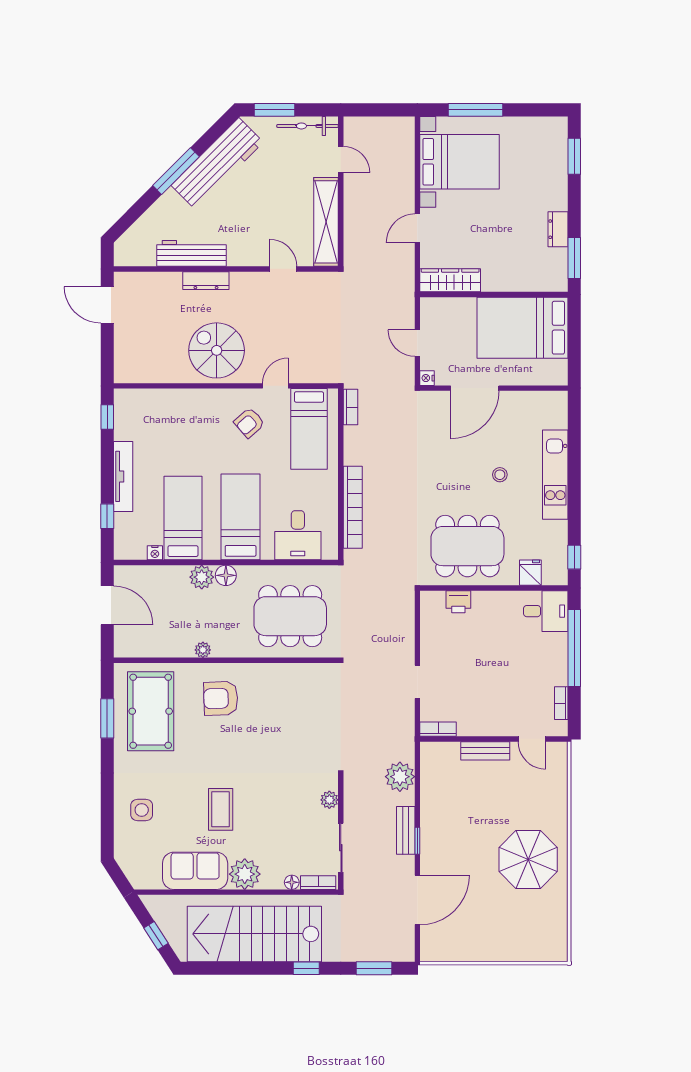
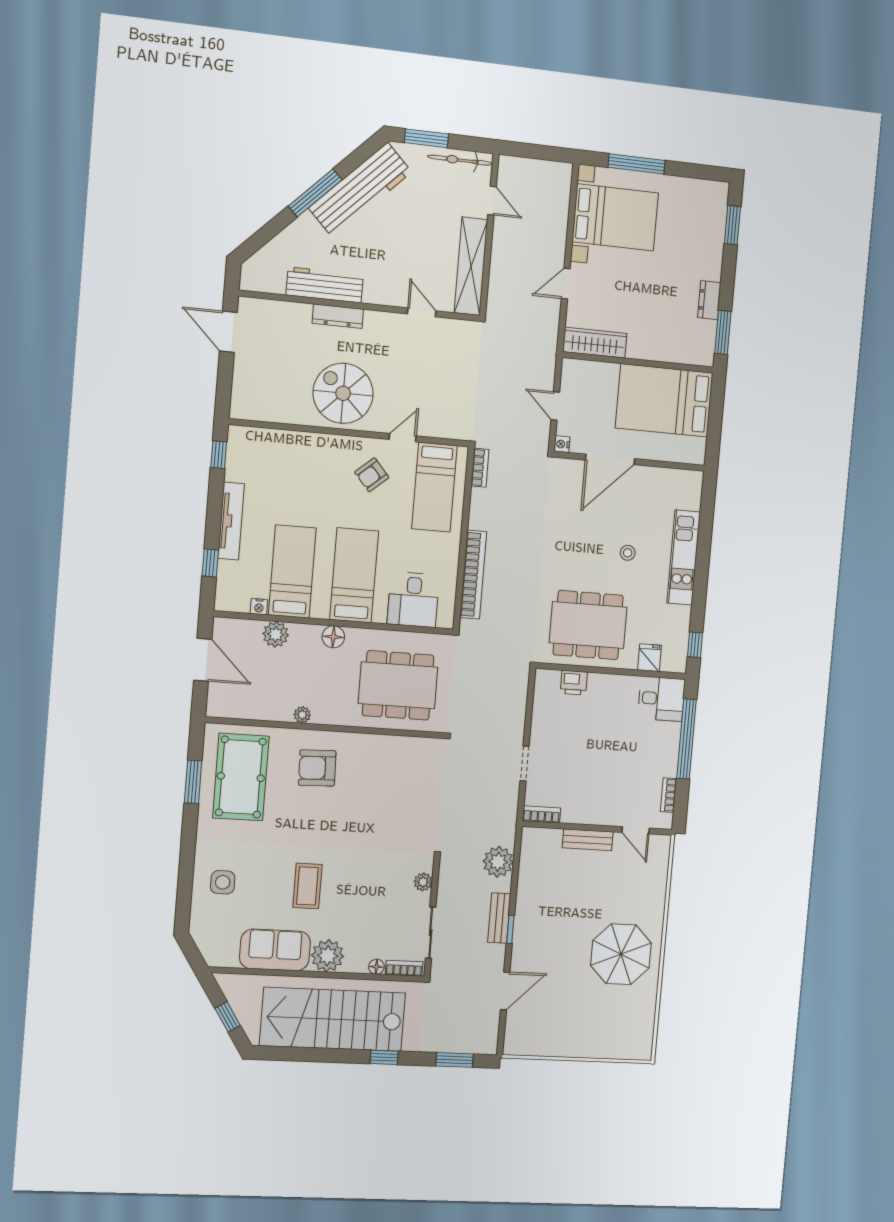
plant: (202, 577) -> (276, 634), moved
door: (417, 900) -> (505, 991), width x0.73

